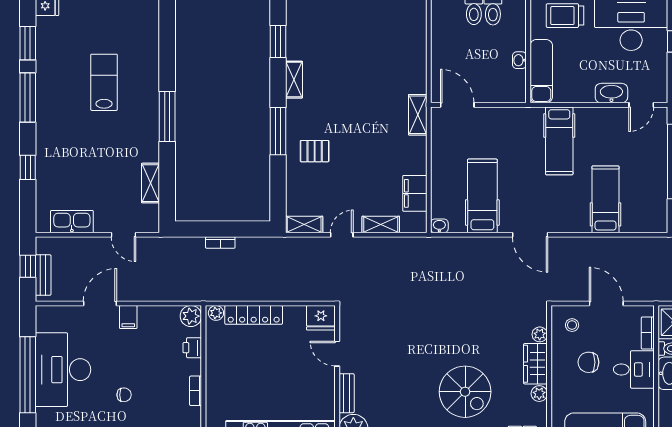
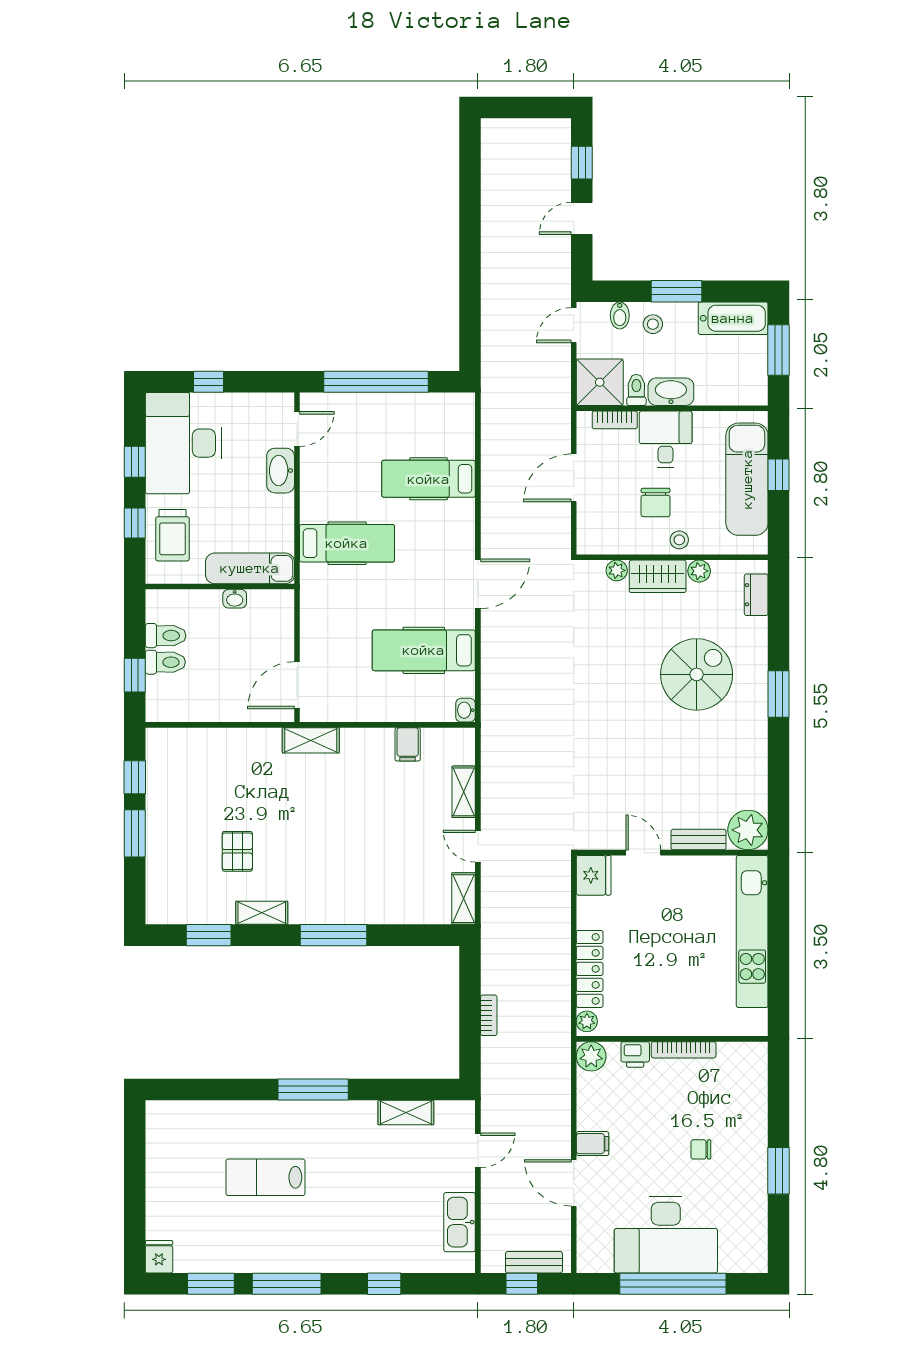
door: (641, 105) -> (297, 429), hinge flipped
pallet: (315, 151) -> (237, 851), moved
filing cabinet: (415, 193) -> (408, 744), width x0.50
stool: (572, 325) -> (679, 540), moved
door: (337, 354) -> (643, 853), swing flipped
bookcase: (196, 391) -> (684, 1050), width x1.56
chair: (124, 395) -> (701, 1149), turned -90

